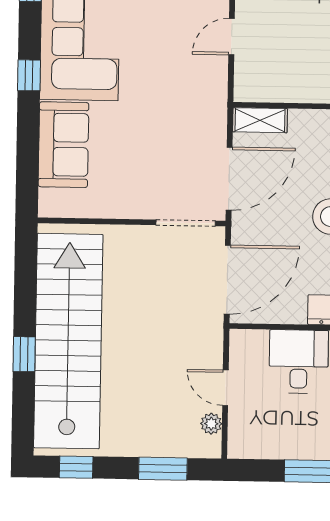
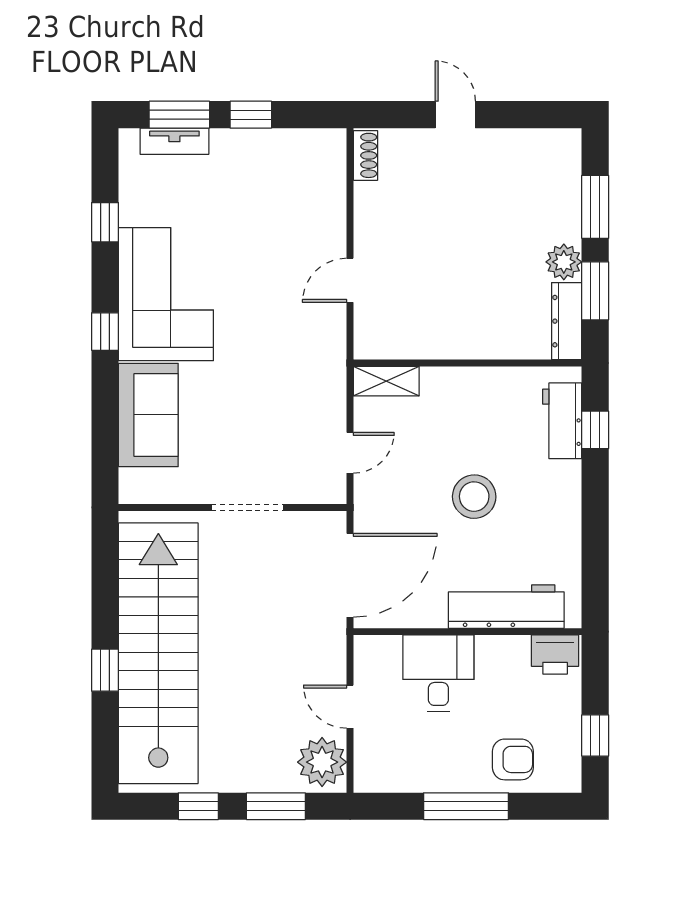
door: (229, 179) -> (350, 453), width x0.53
doorway: (186, 223) -> (247, 507), moved
plant: (211, 424) -> (322, 762), width x1.88, depth x1.88
window: (76, 467) -> (198, 806), moved

